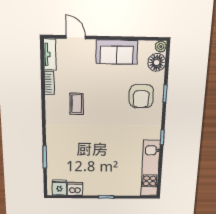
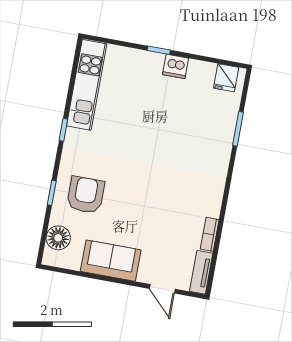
plant: (161, 47) -> (50, 258), removed
coffee table: (77, 104) -> (177, 199), removed
dishwasher: (75, 189) -> (175, 66), moved

